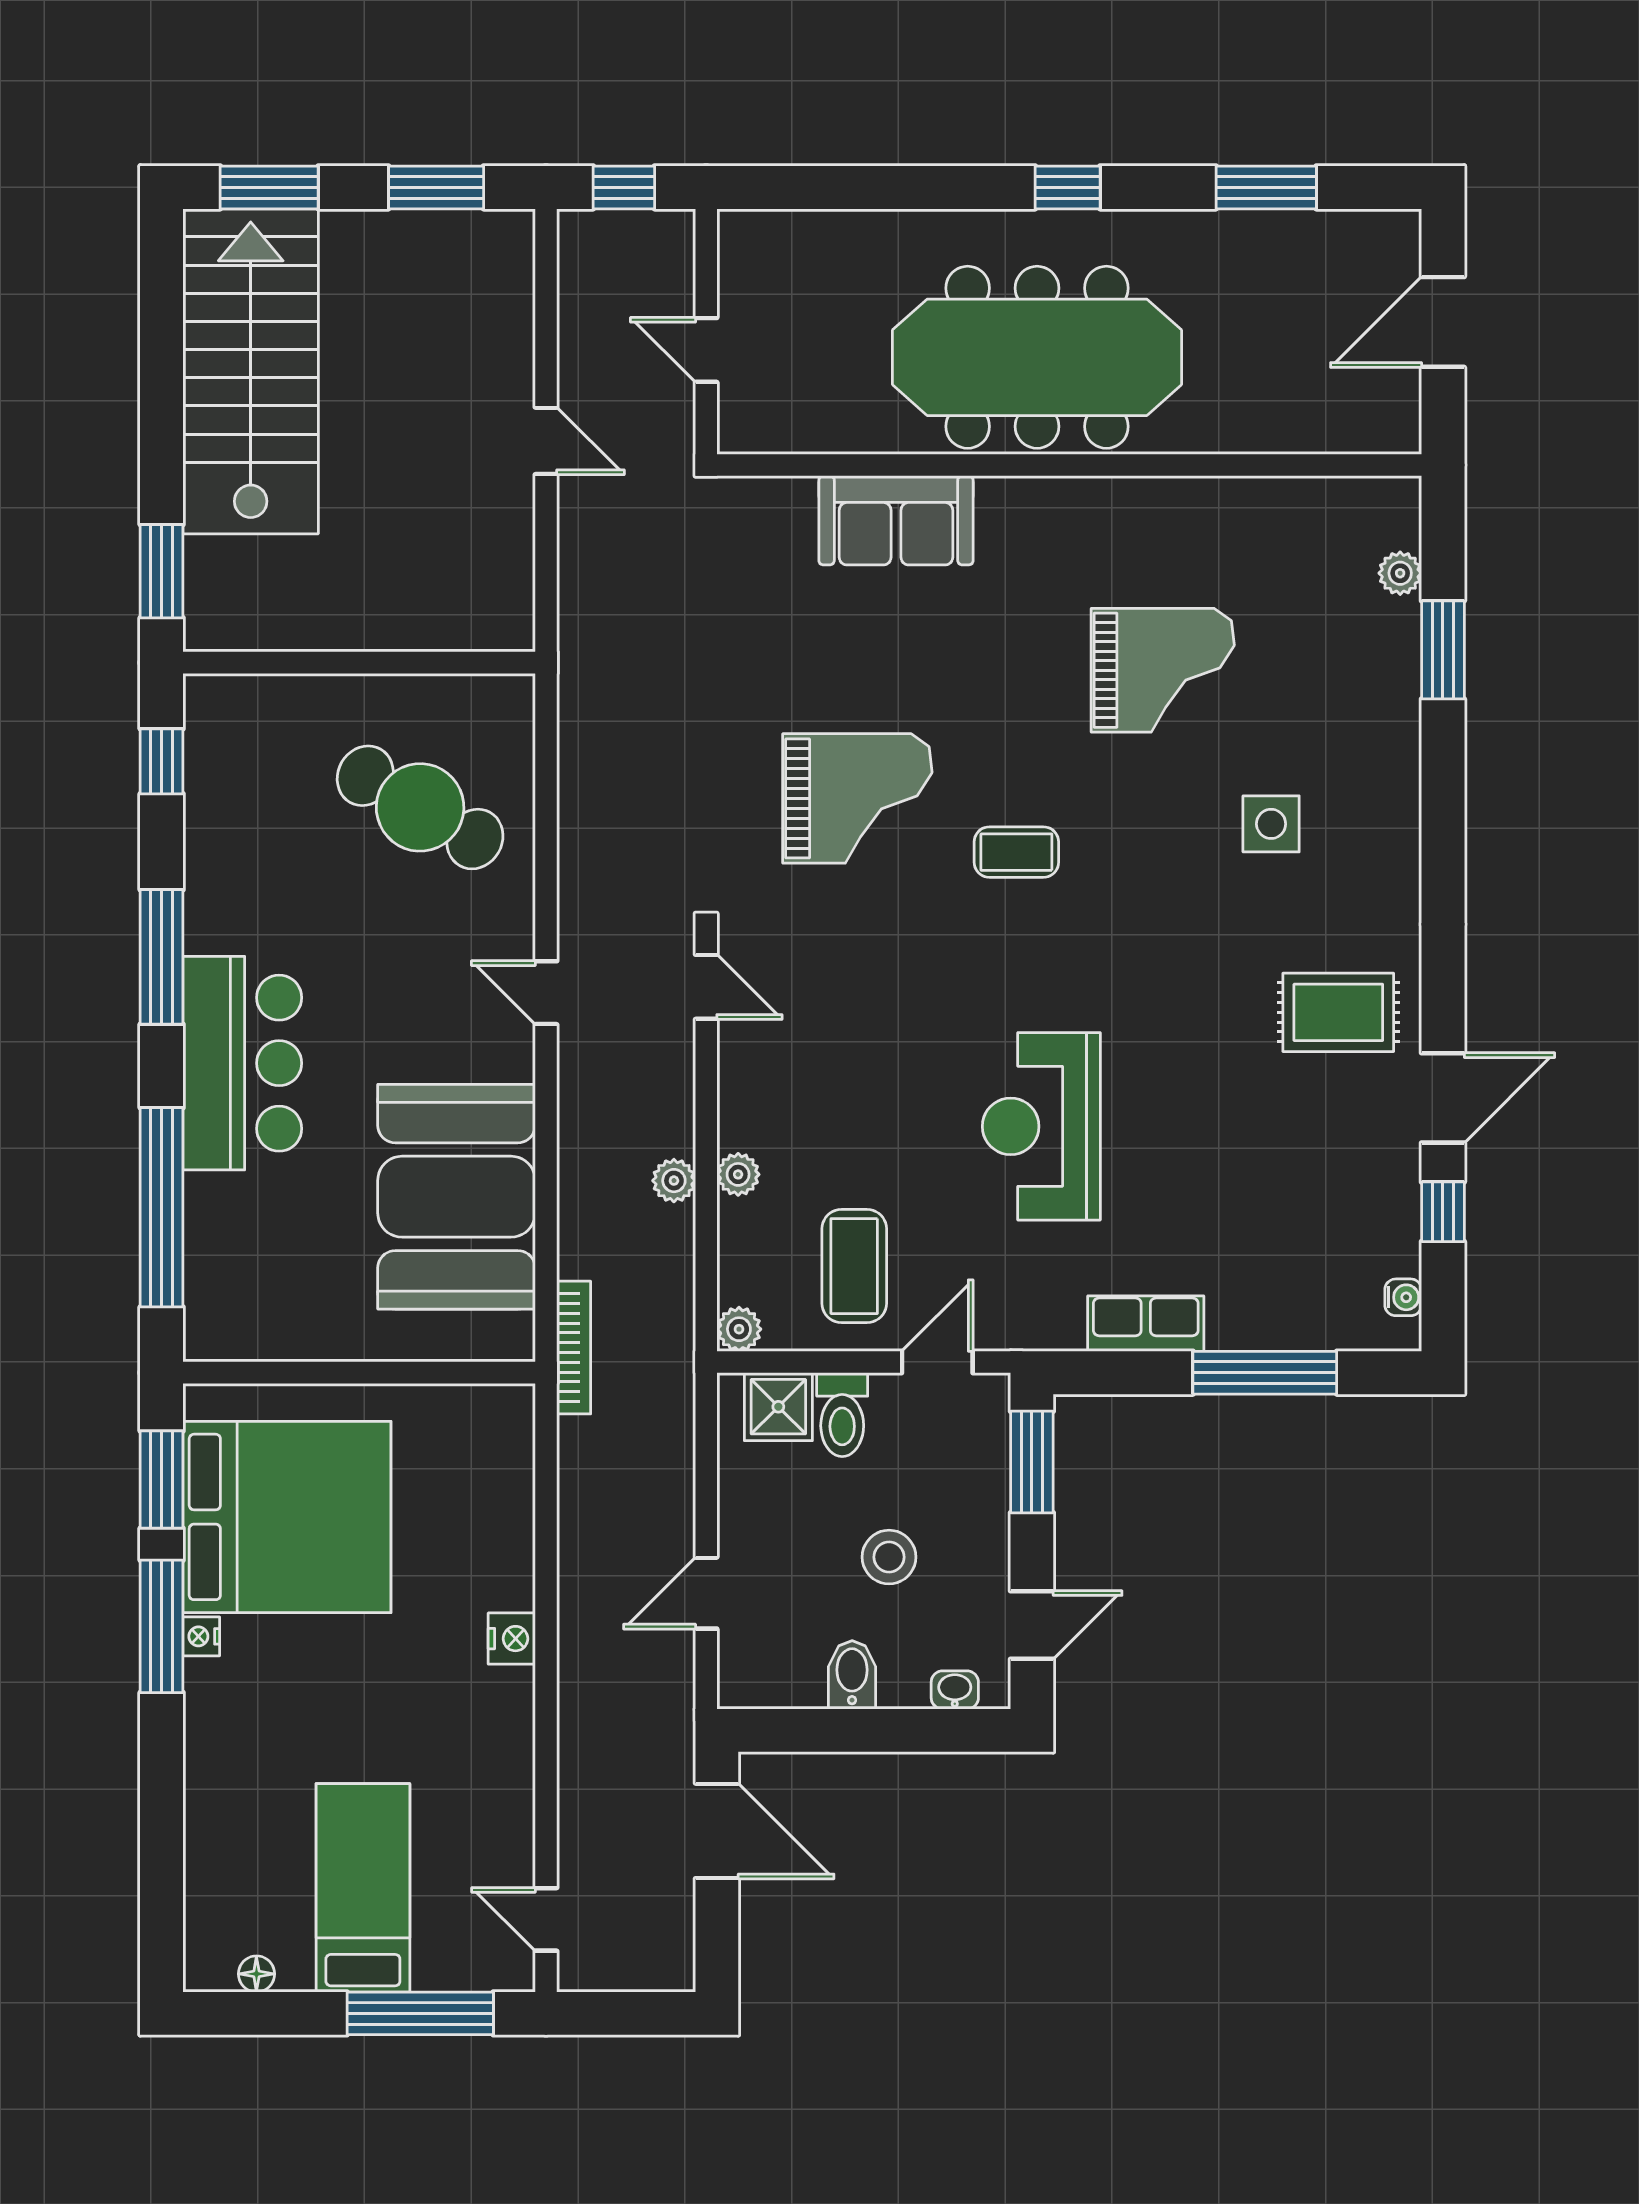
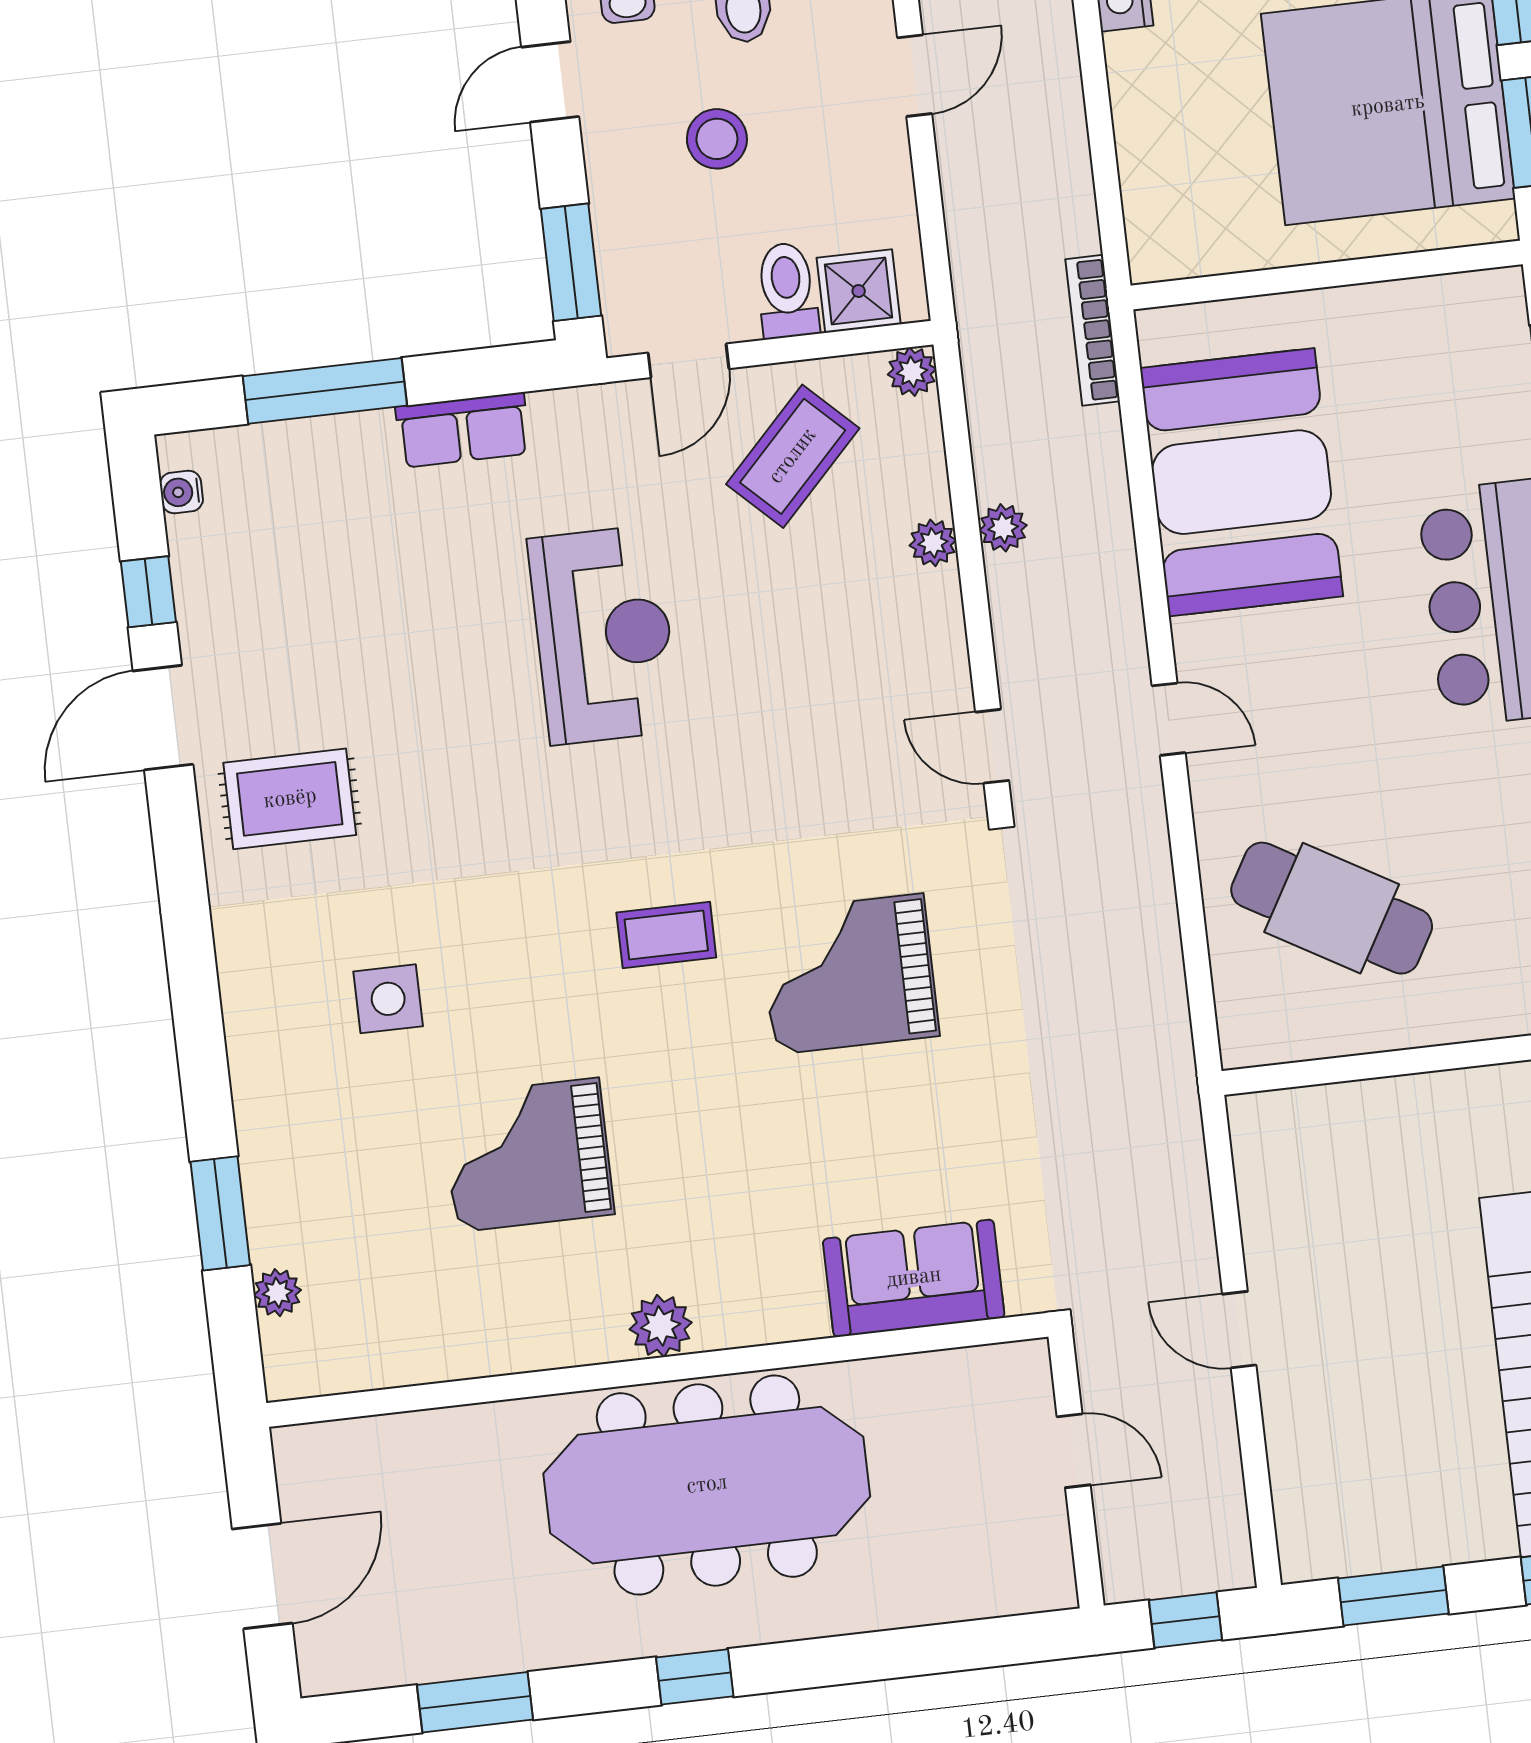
plant: (1062, 504) -> (661, 1326), added
sofa: (896, 520) -> (914, 1278), moved
coffee table: (854, 1266) -> (793, 456), turned 44

